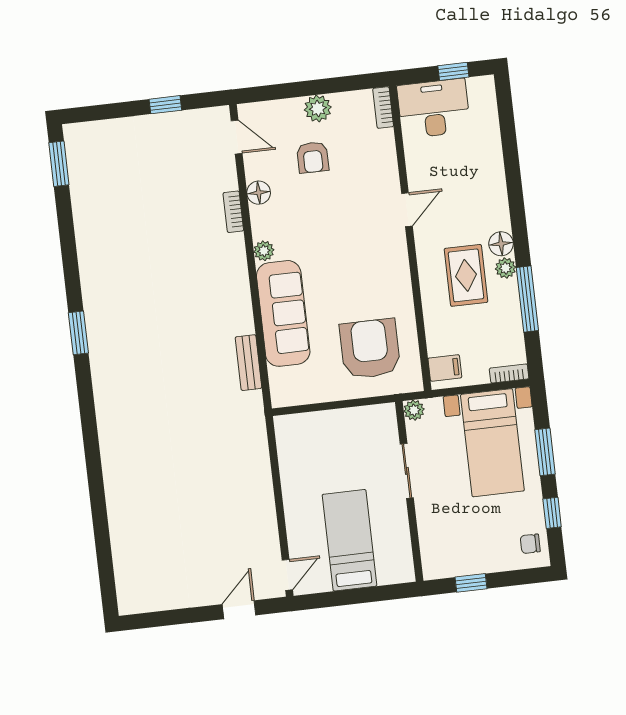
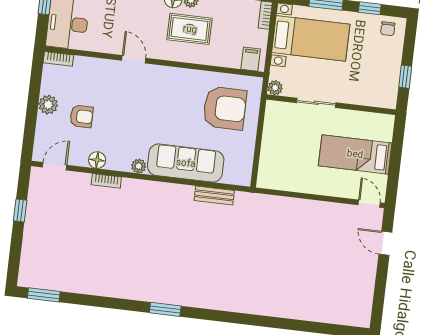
armchair: (370, 349) -> (225, 108), turned 180

